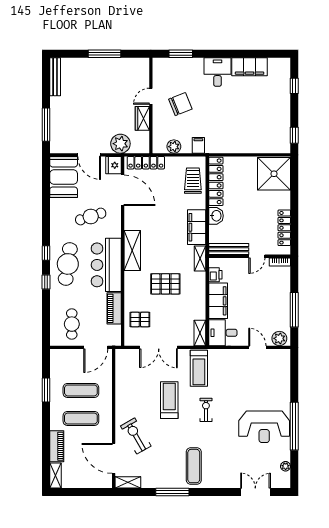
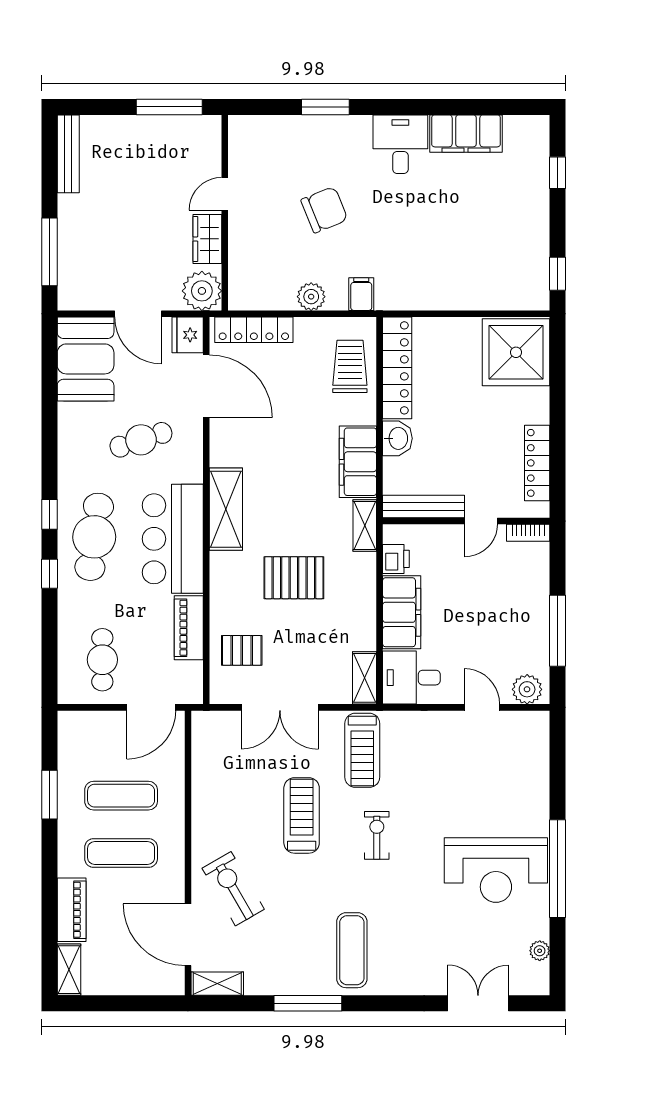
door: (151, 96) -> (225, 194), moved
wall: (151, 105) -> (225, 213), moved
wardrobe: (142, 118) -> (207, 239), moved

